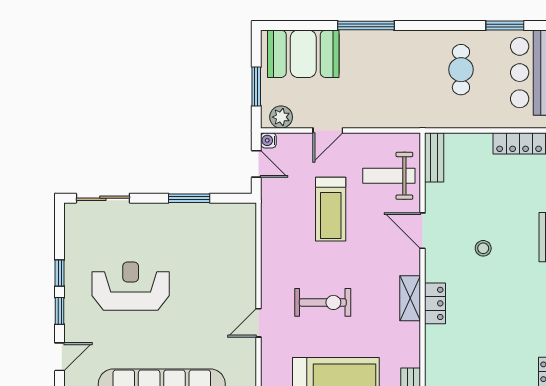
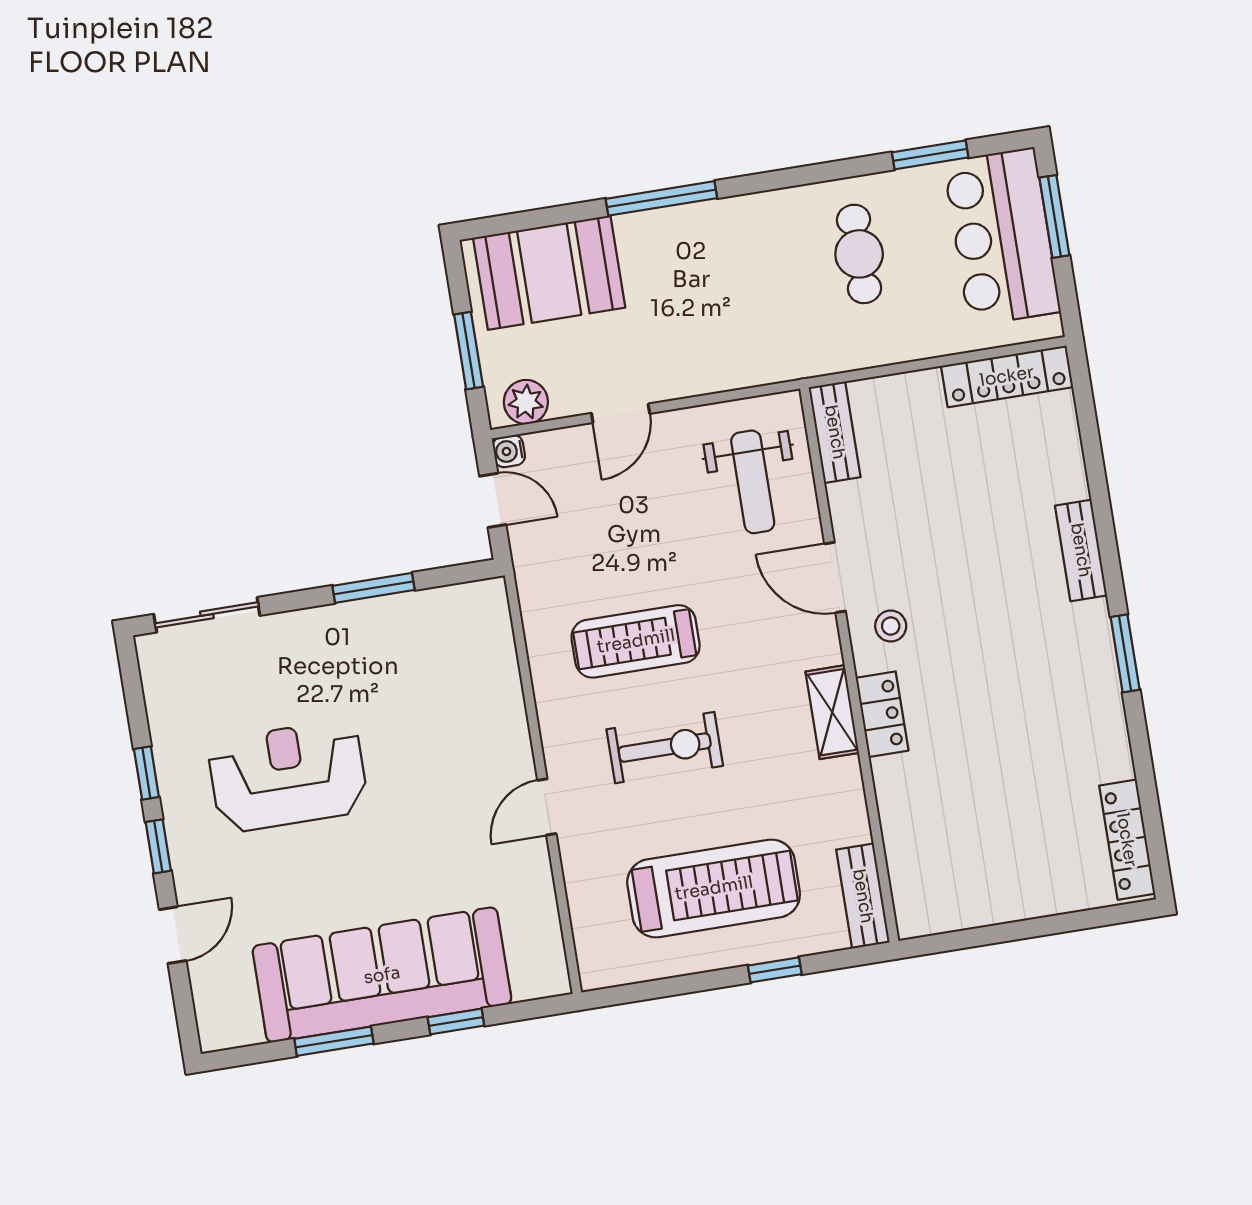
weight bench: (389, 176) -> (753, 482), turned -90
treadmill: (331, 209) -> (636, 641), moved, turned 90
stool: (483, 248) -> (891, 626), moved

